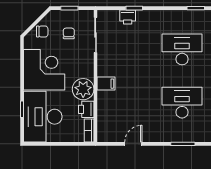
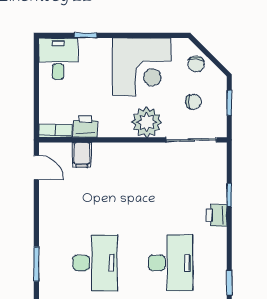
printer: (128, 17) -> (217, 215), moved
filing cabinet: (106, 84) -> (82, 155), moved
plant: (83, 89) -> (147, 122), moved
desk: (43, 117) -> (58, 59), width x0.53, depth x0.77
door: (133, 144) -> (36, 167), moved

